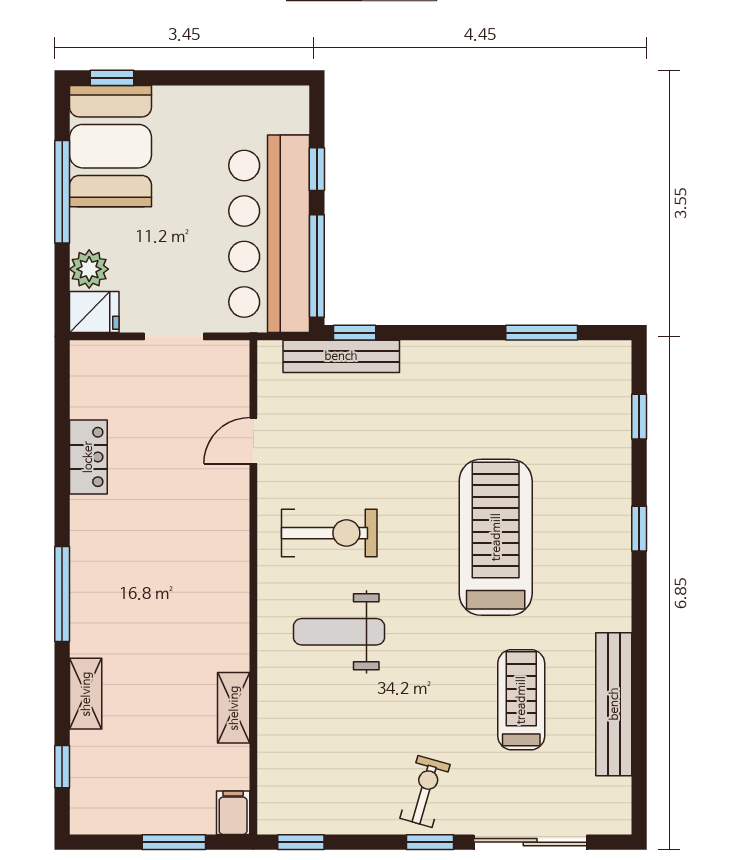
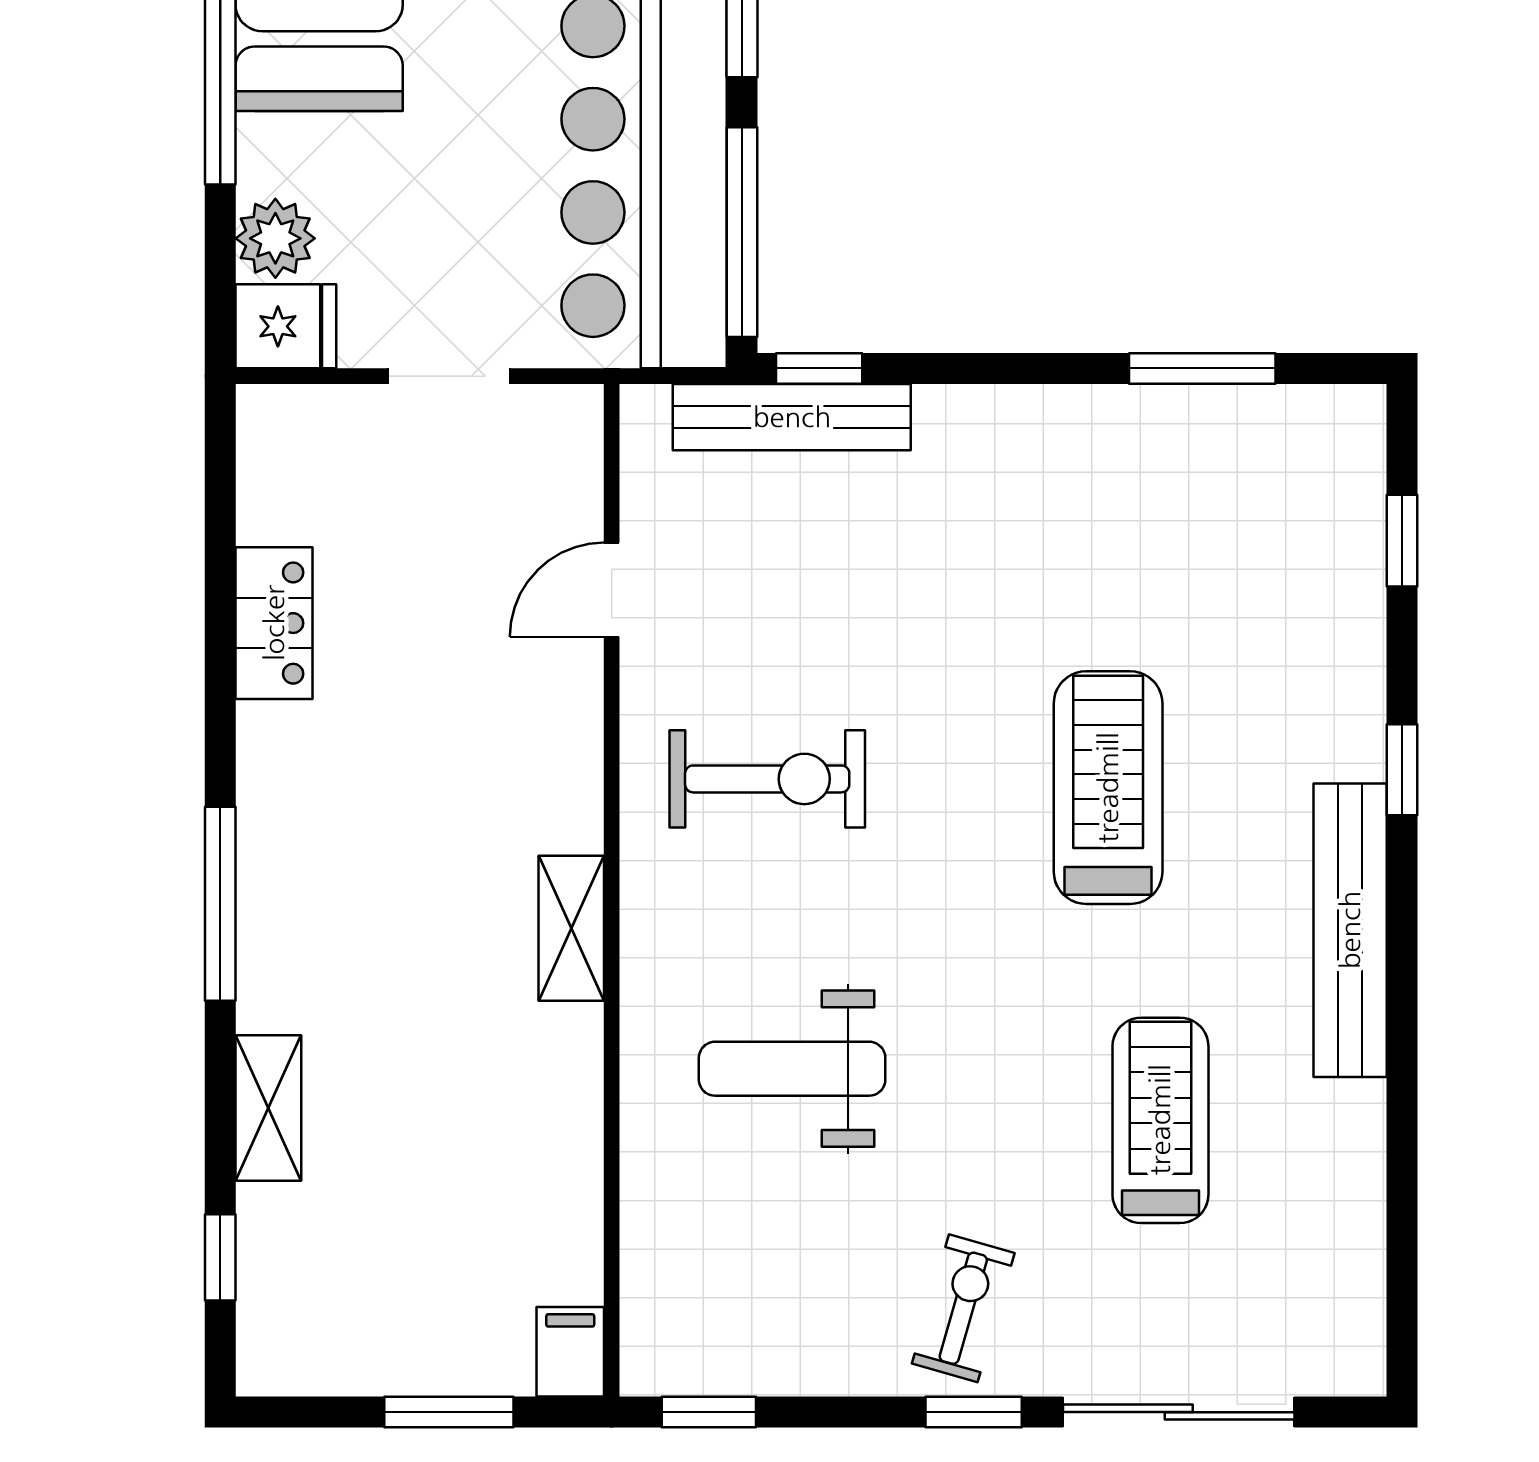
treadmill: (496, 537) -> (1108, 788), width x0.73, depth x0.73
weight bench: (339, 632) -> (792, 1069), moved
bench: (614, 704) -> (1350, 930), moved
shelving: (234, 708) -> (571, 928), moved

